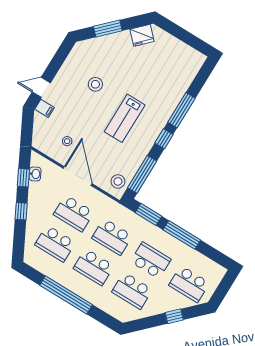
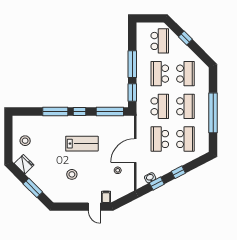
stool: (118, 181) -> (25, 141), moved
school desk: (74, 213) -> (160, 139), turned 180

